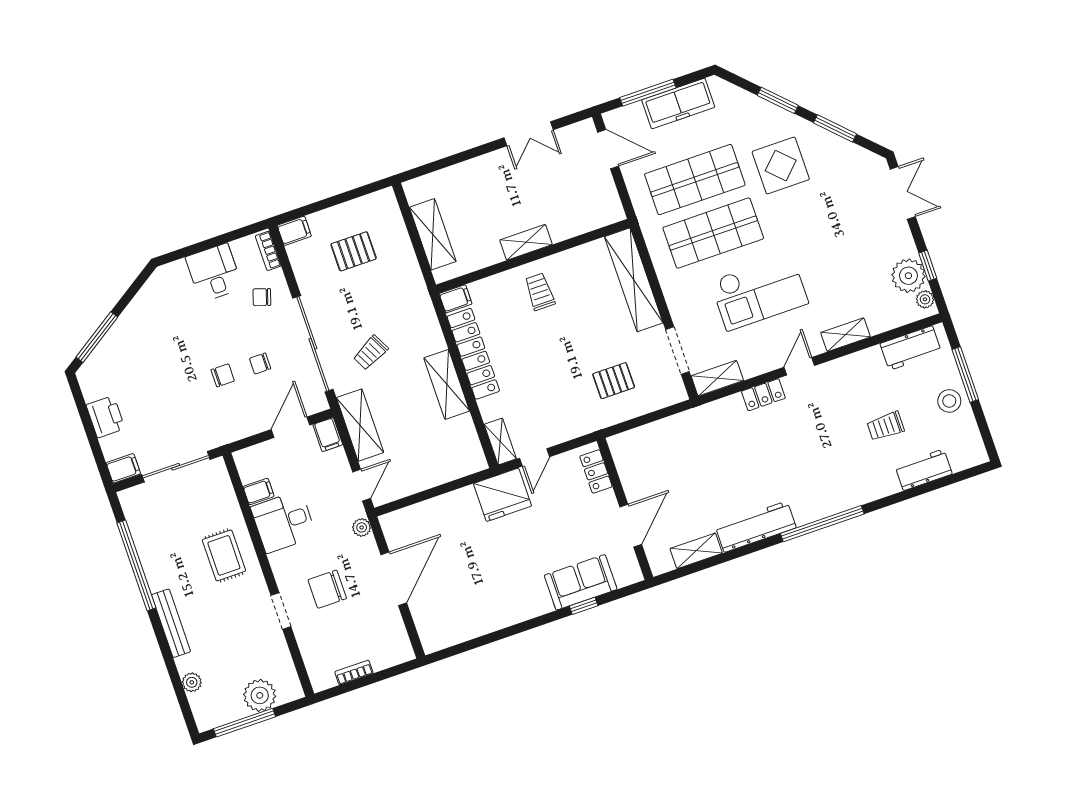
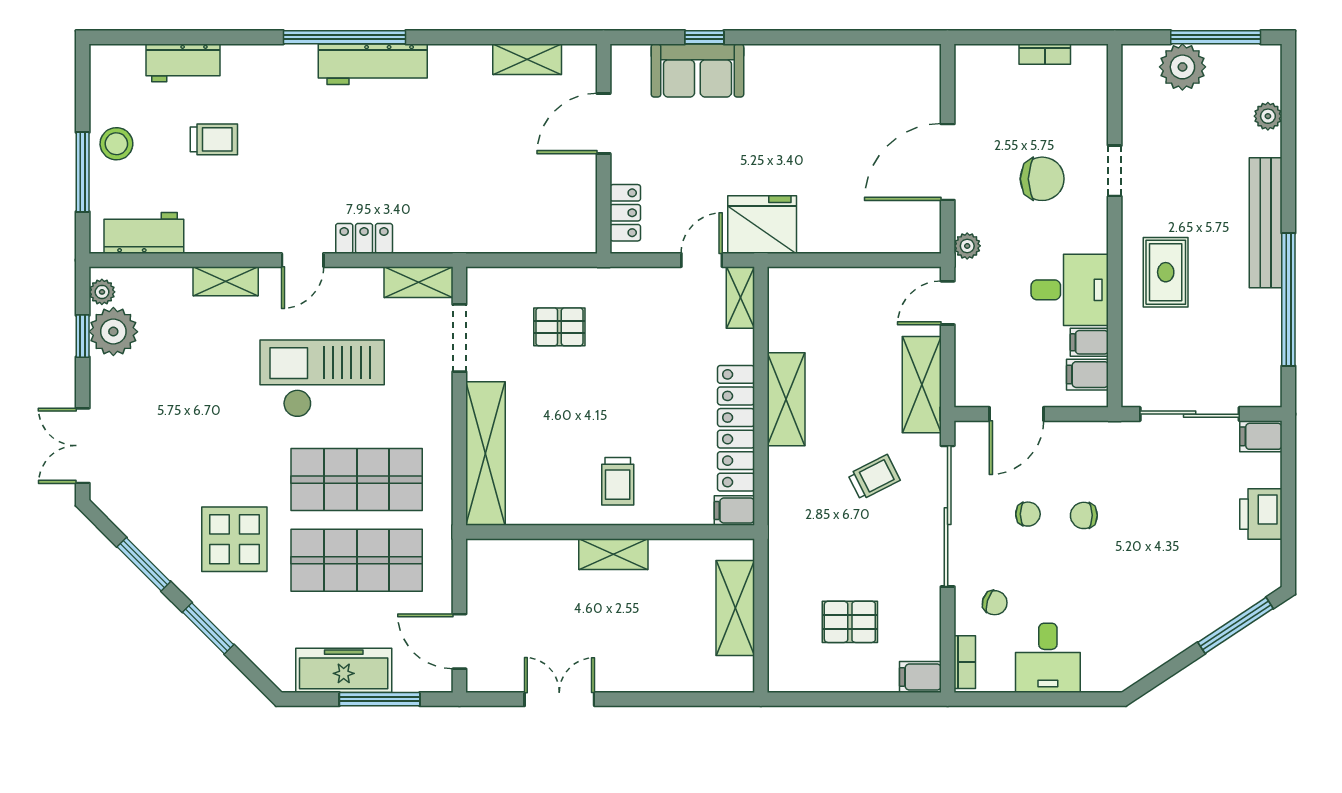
filing cabinet: (328, 435) -> (1087, 375), moved, turned -90
workbench: (756, 527) -> (373, 64), moved
bench: (171, 623) -> (1266, 223), width x1.37, depth x1.21

